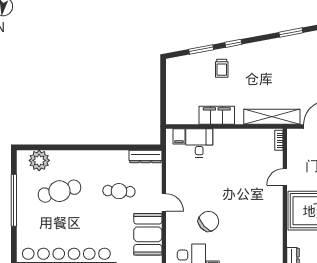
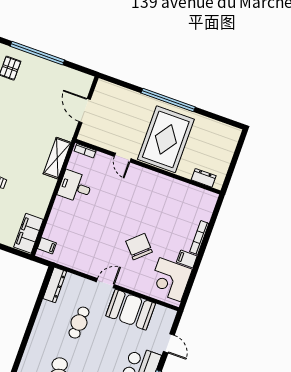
filing cabinet: (217, 115) -> (28, 233), moved
shelving: (272, 117) -> (57, 158), width x0.68
desk: (199, 143) -> (75, 187), moved

